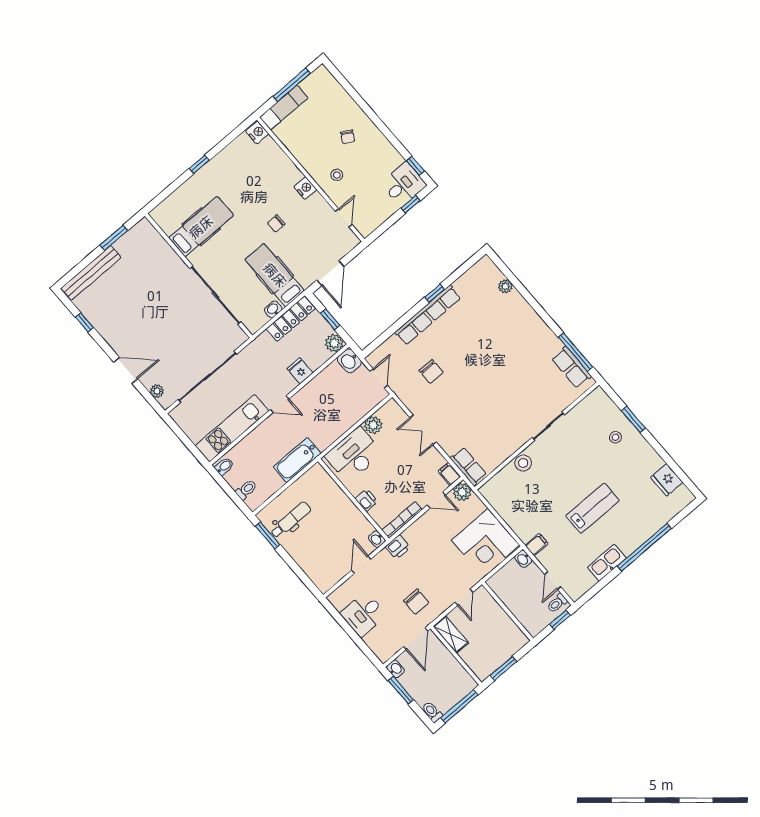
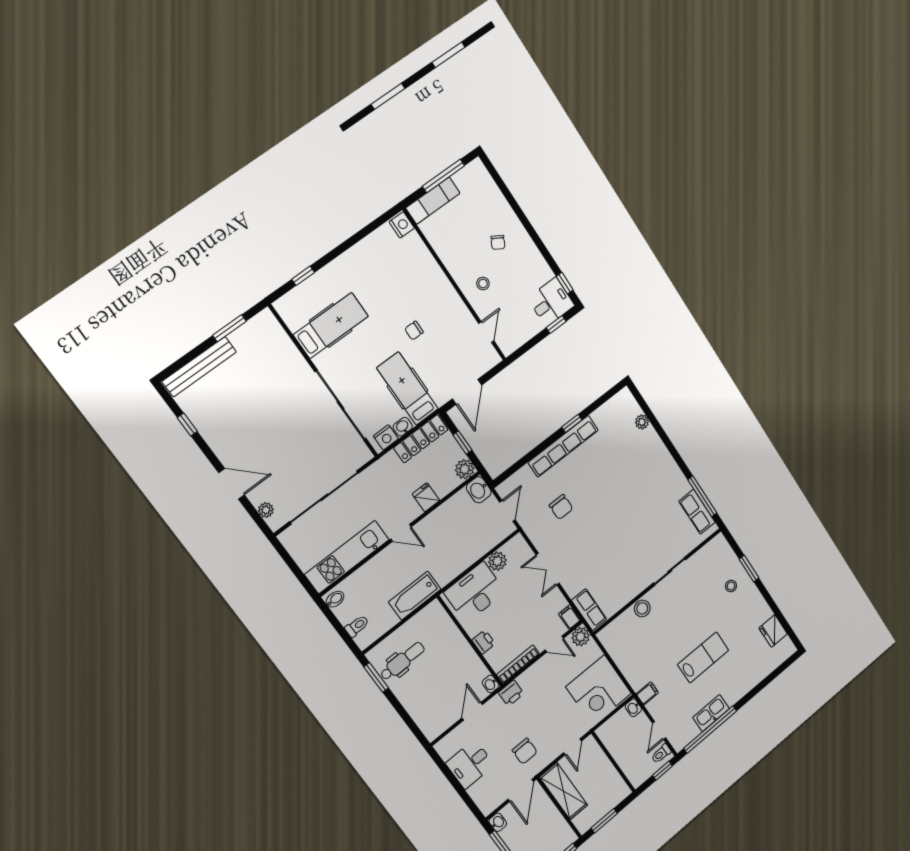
window: (199, 164) -> (303, 276), moved
nightstand: (305, 188) -> (386, 437), moved, turned 90
window: (644, 547) -> (710, 730), moved
shelving: (451, 635) -> (564, 791), width x1.50, depth x1.33

